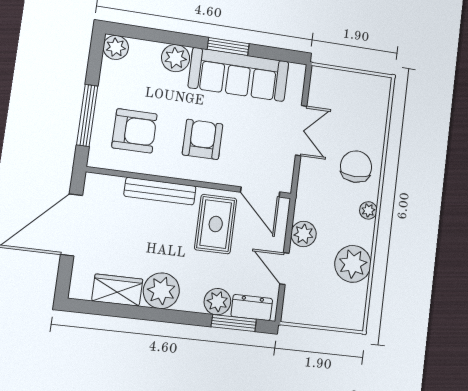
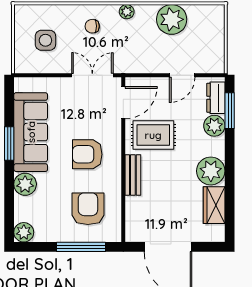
side table: (346, 108) -> (45, 40), added
double door: (301, 131) -> (92, 75), moved
chair: (356, 167) -> (92, 26), width x0.54, depth x0.54
bench: (160, 191) -> (133, 175), width x0.73
plant: (304, 234) -> (152, 63), removed

